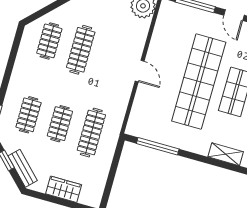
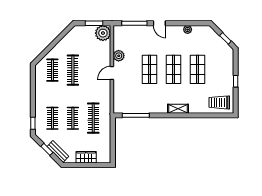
plant: (157, 47) -> (119, 56), added
door: (140, 71) -> (112, 73), swing flipped
shop shelf: (199, 82) -> (149, 69), width x0.50, depth x0.74

